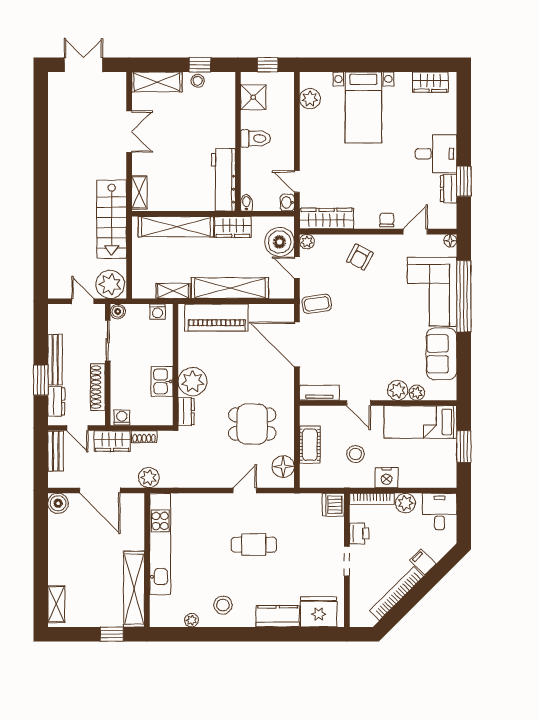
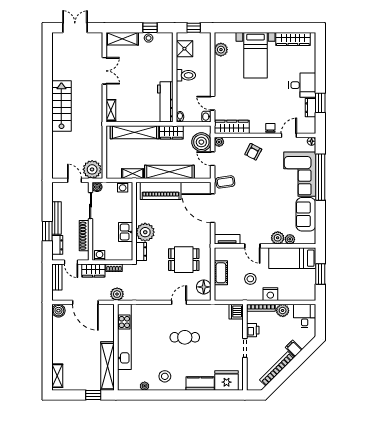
wardrobe: (430, 82) -> (293, 39), width x1.50
stairs: (112, 219) -> (61, 106), moved, turned 180

